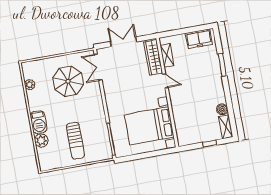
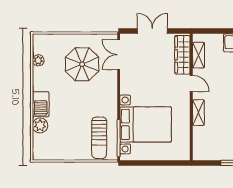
shelving: (176, 105) -> (198, 113), added
bed with nightstands: (149, 126) -> (146, 124), moved, turned 180
sun lounger: (75, 141) -> (99, 138), moved

